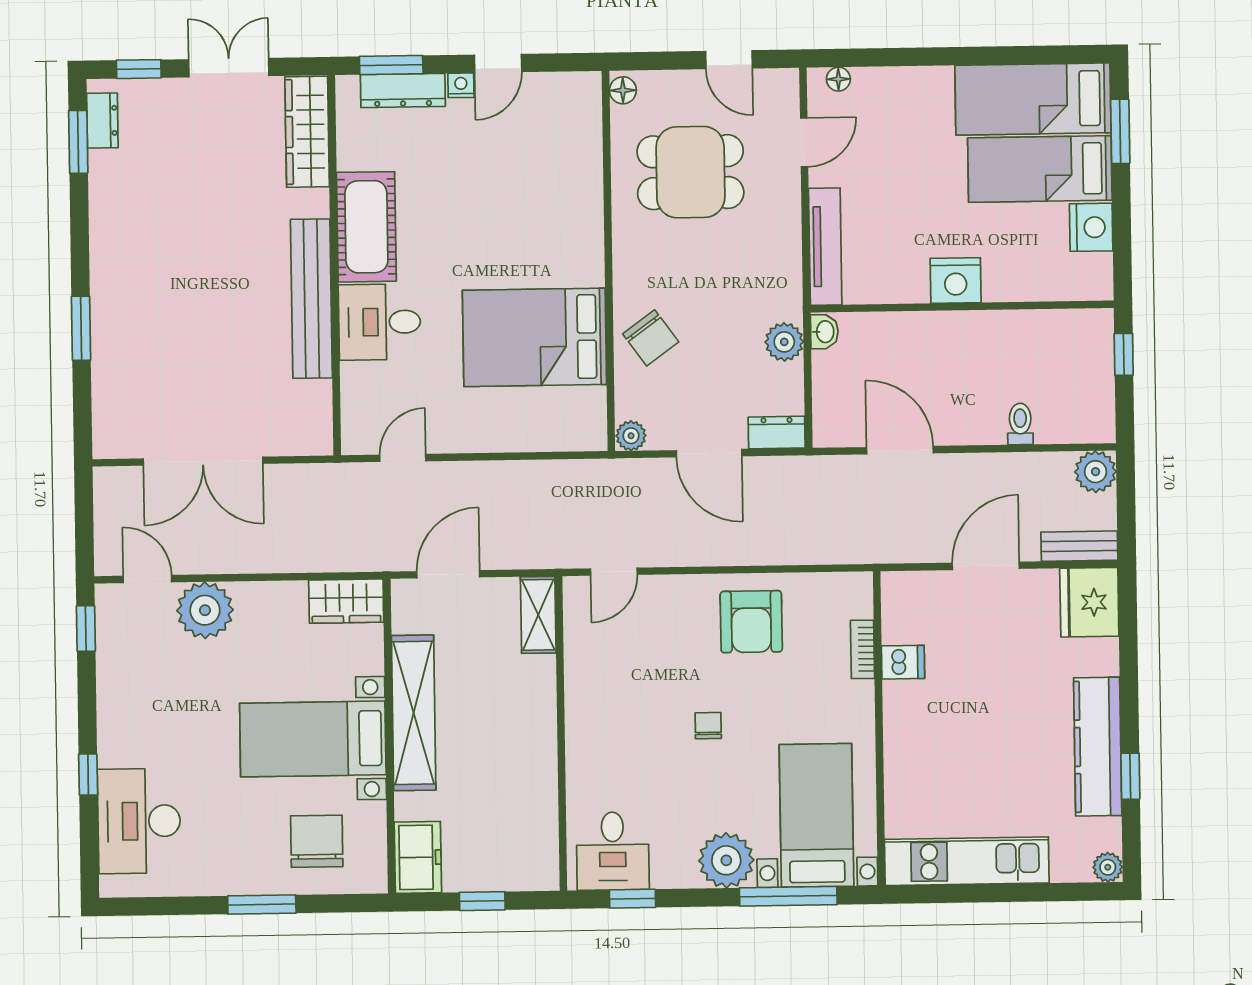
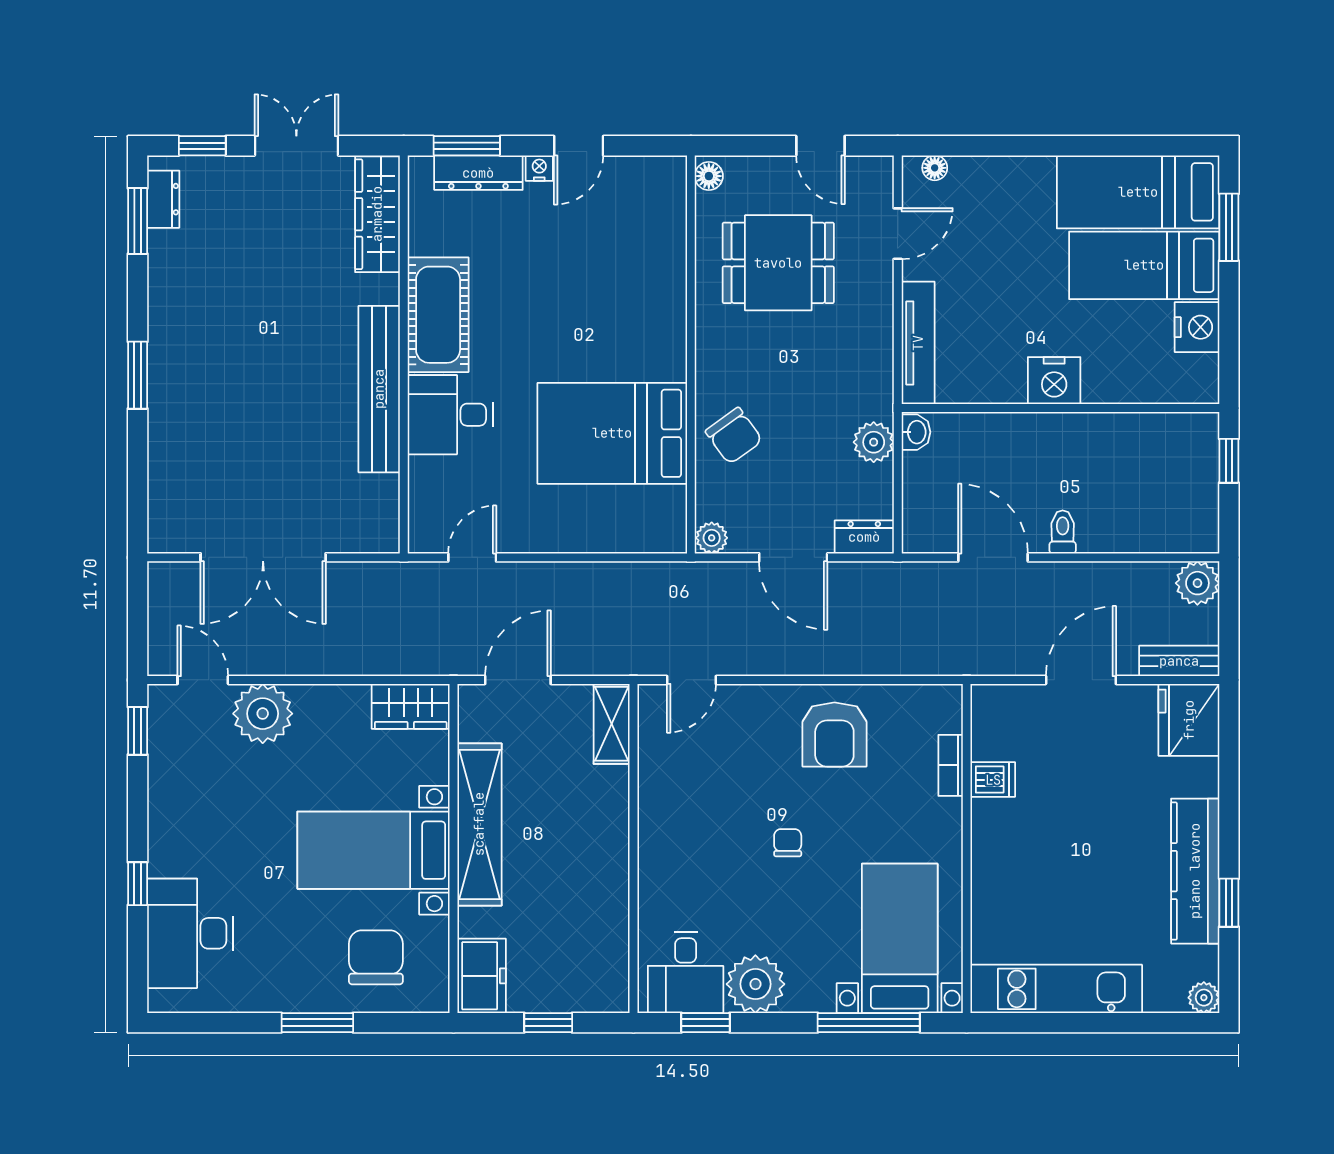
window: (81, 328) -> (138, 375), moved
toilet: (1020, 424) -> (1063, 532), moved
plant: (726, 860) -> (755, 984), moved

